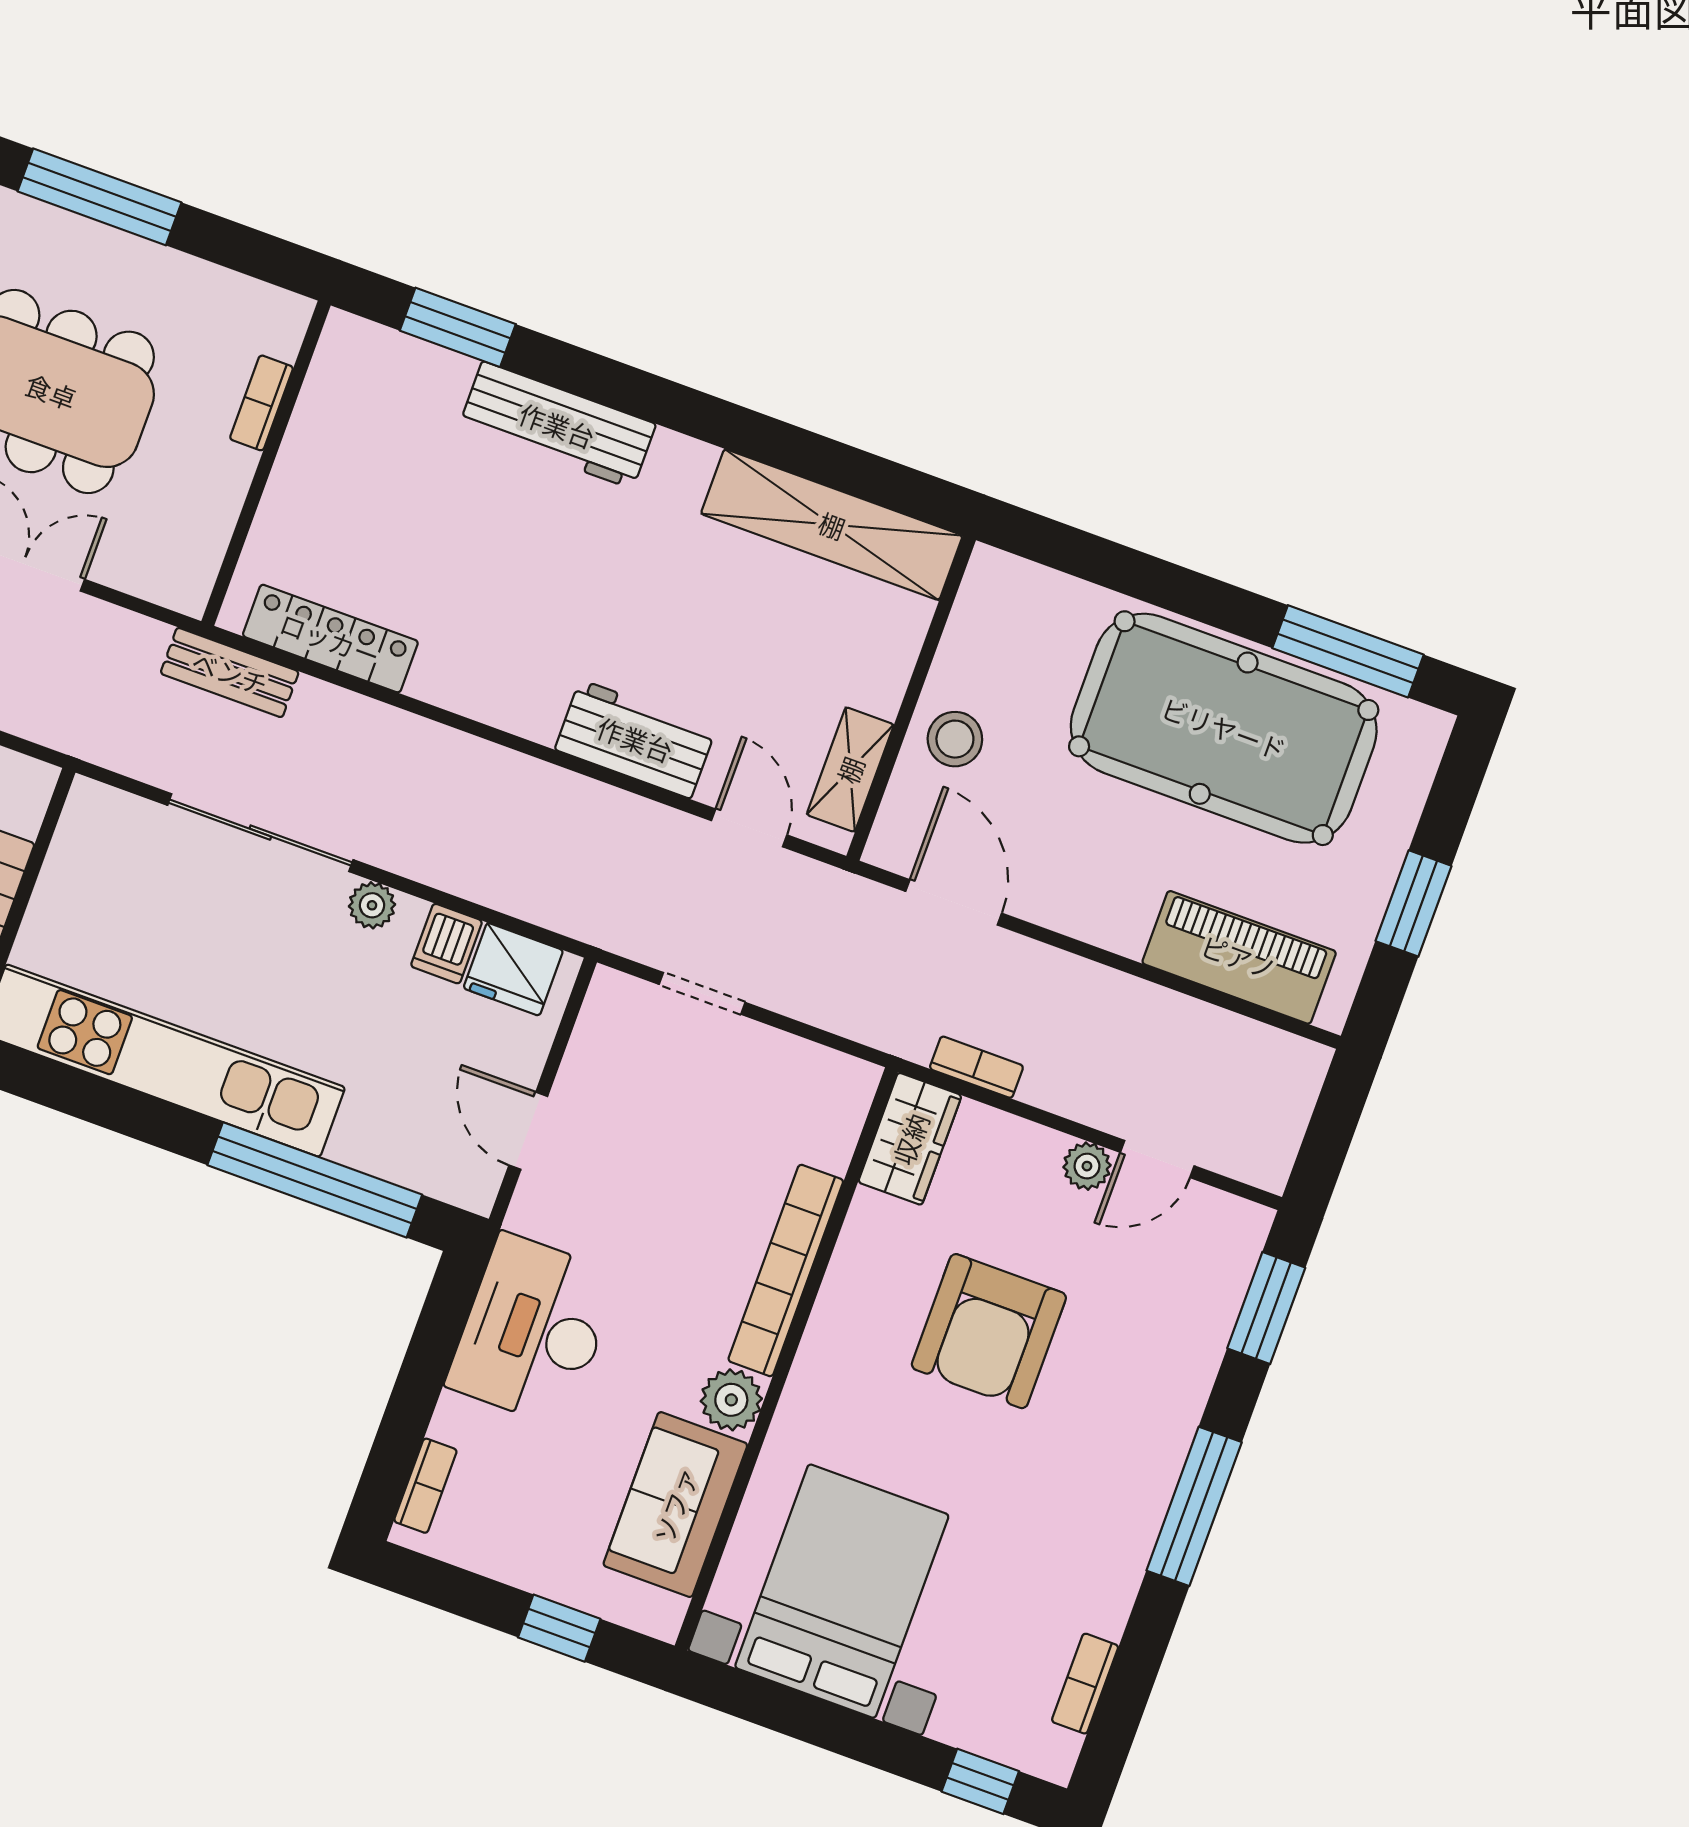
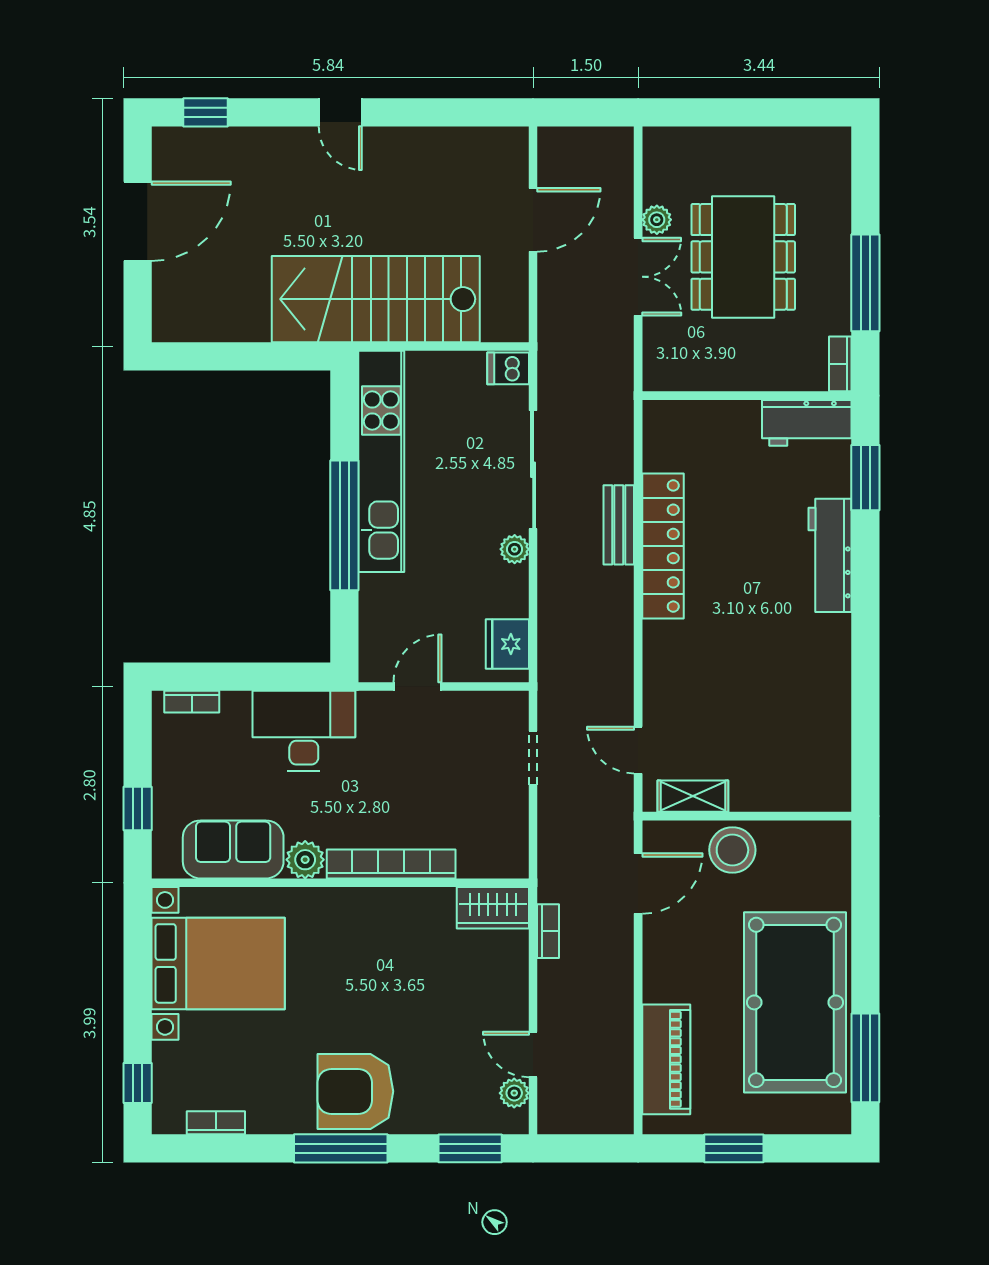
window: (100, 197) -> (865, 283), moved
bookcase: (261, 403) -> (840, 364), moved, turned -90
shelving: (832, 525) -> (830, 734), removed
locker: (330, 639) -> (663, 546), moved, width x1.41, depth x1.21
bench: (230, 672) -> (619, 525), moved
workbench: (635, 739) -> (807, 423), moved, turned 90
stool: (955, 739) -> (732, 850), width x1.38, depth x1.38
door: (749, 828) -> (638, 750), swing flipped
dishwasher: (446, 944) -> (508, 368), moved
plant: (1087, 1166) -> (514, 1093), moved
window: (315, 1180) -> (344, 525), moved
armchair: (989, 1331) -> (355, 1091), moved

